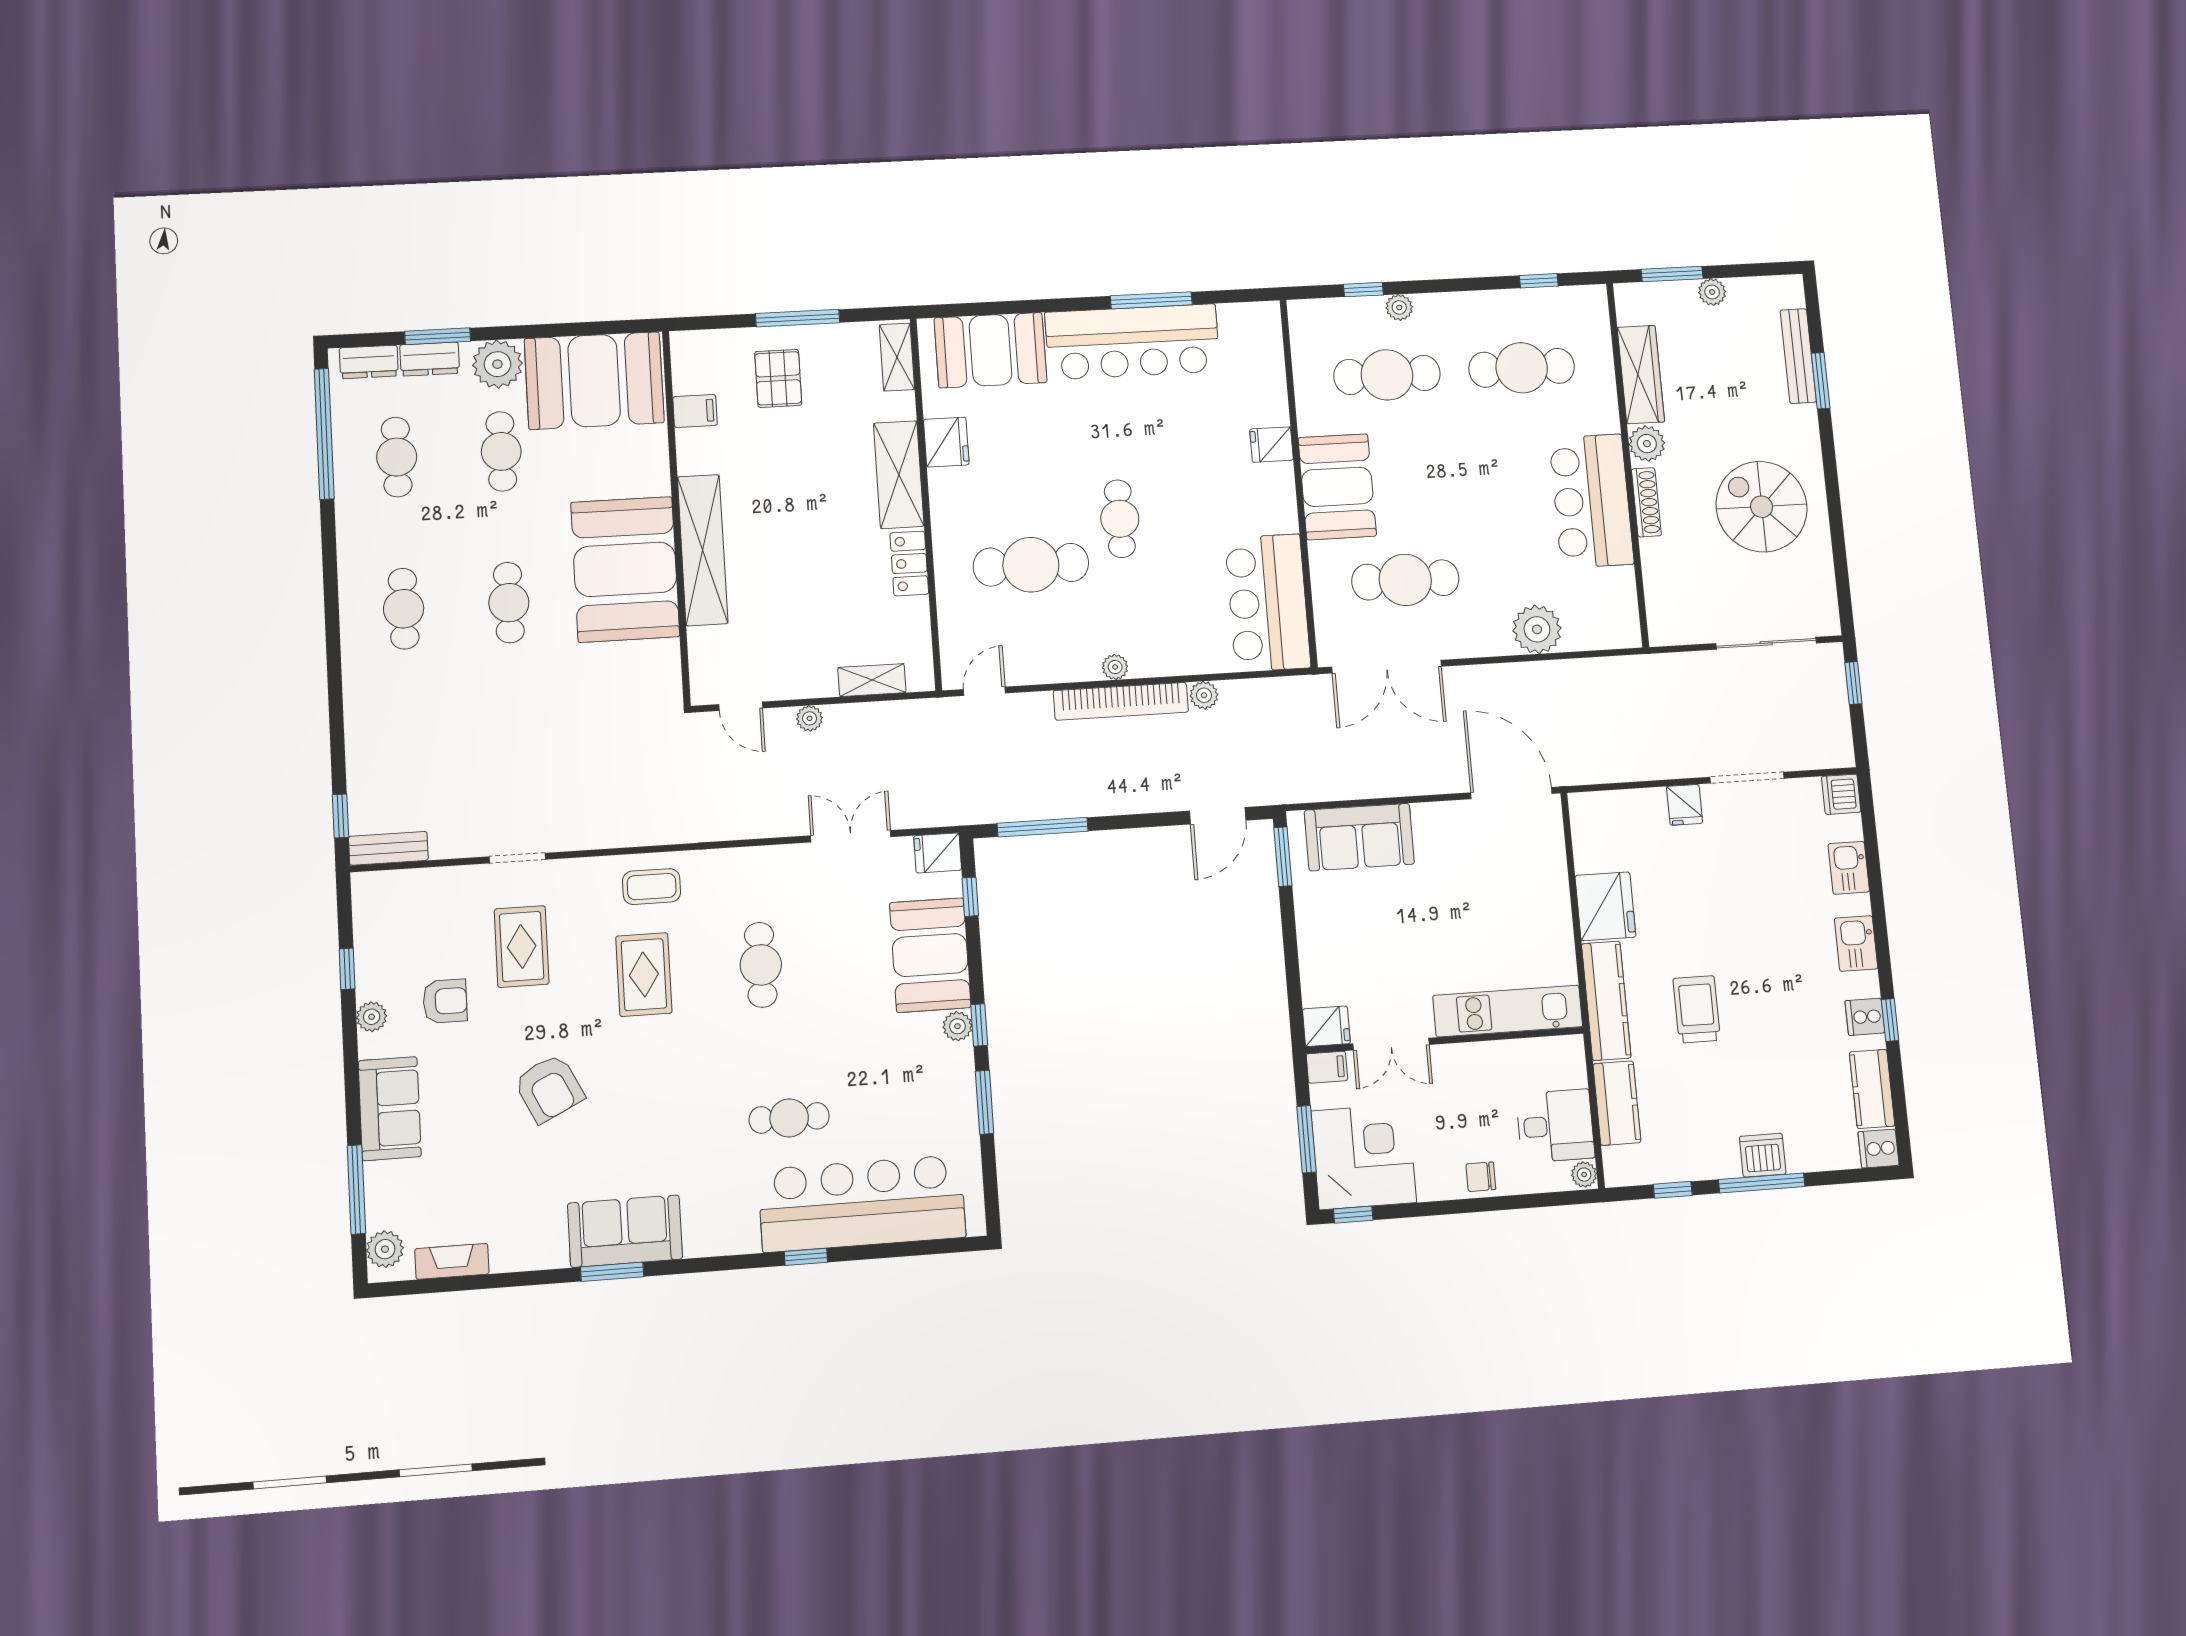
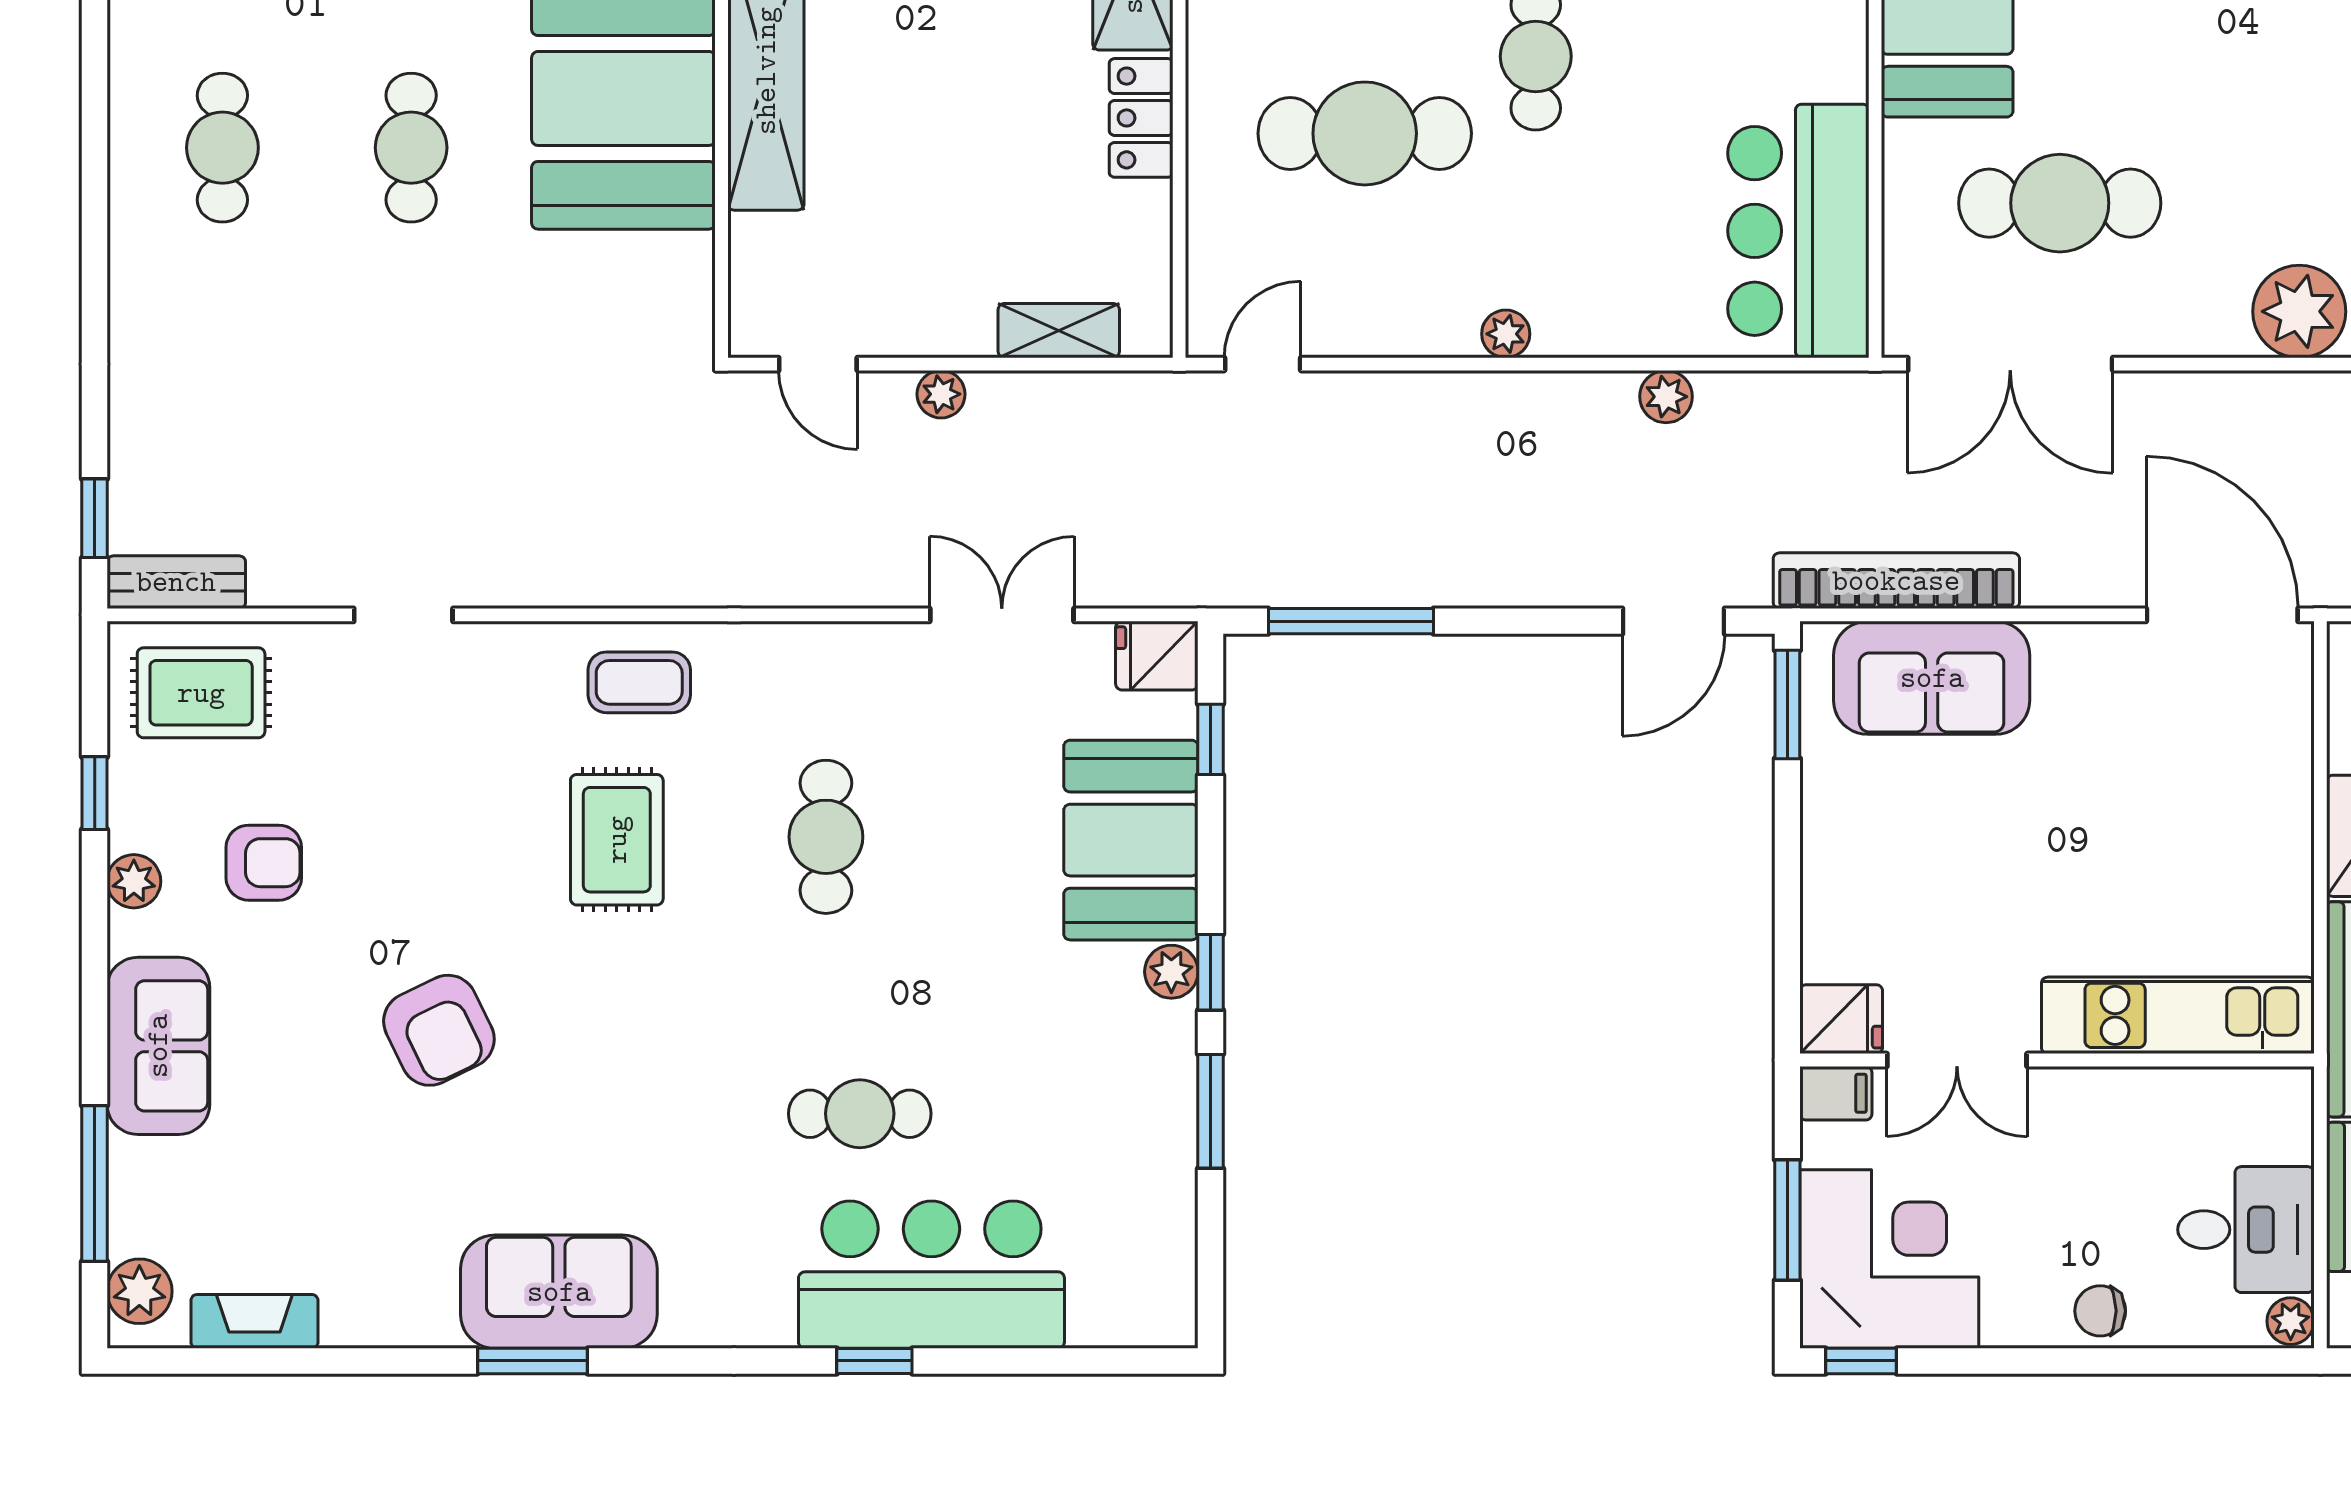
bookcase: (1121, 701) -> (1896, 581), moved, turned 180
rug: (522, 947) -> (201, 693), moved, turned 90
bar counter: (862, 1203) -> (931, 1275), width x0.73

